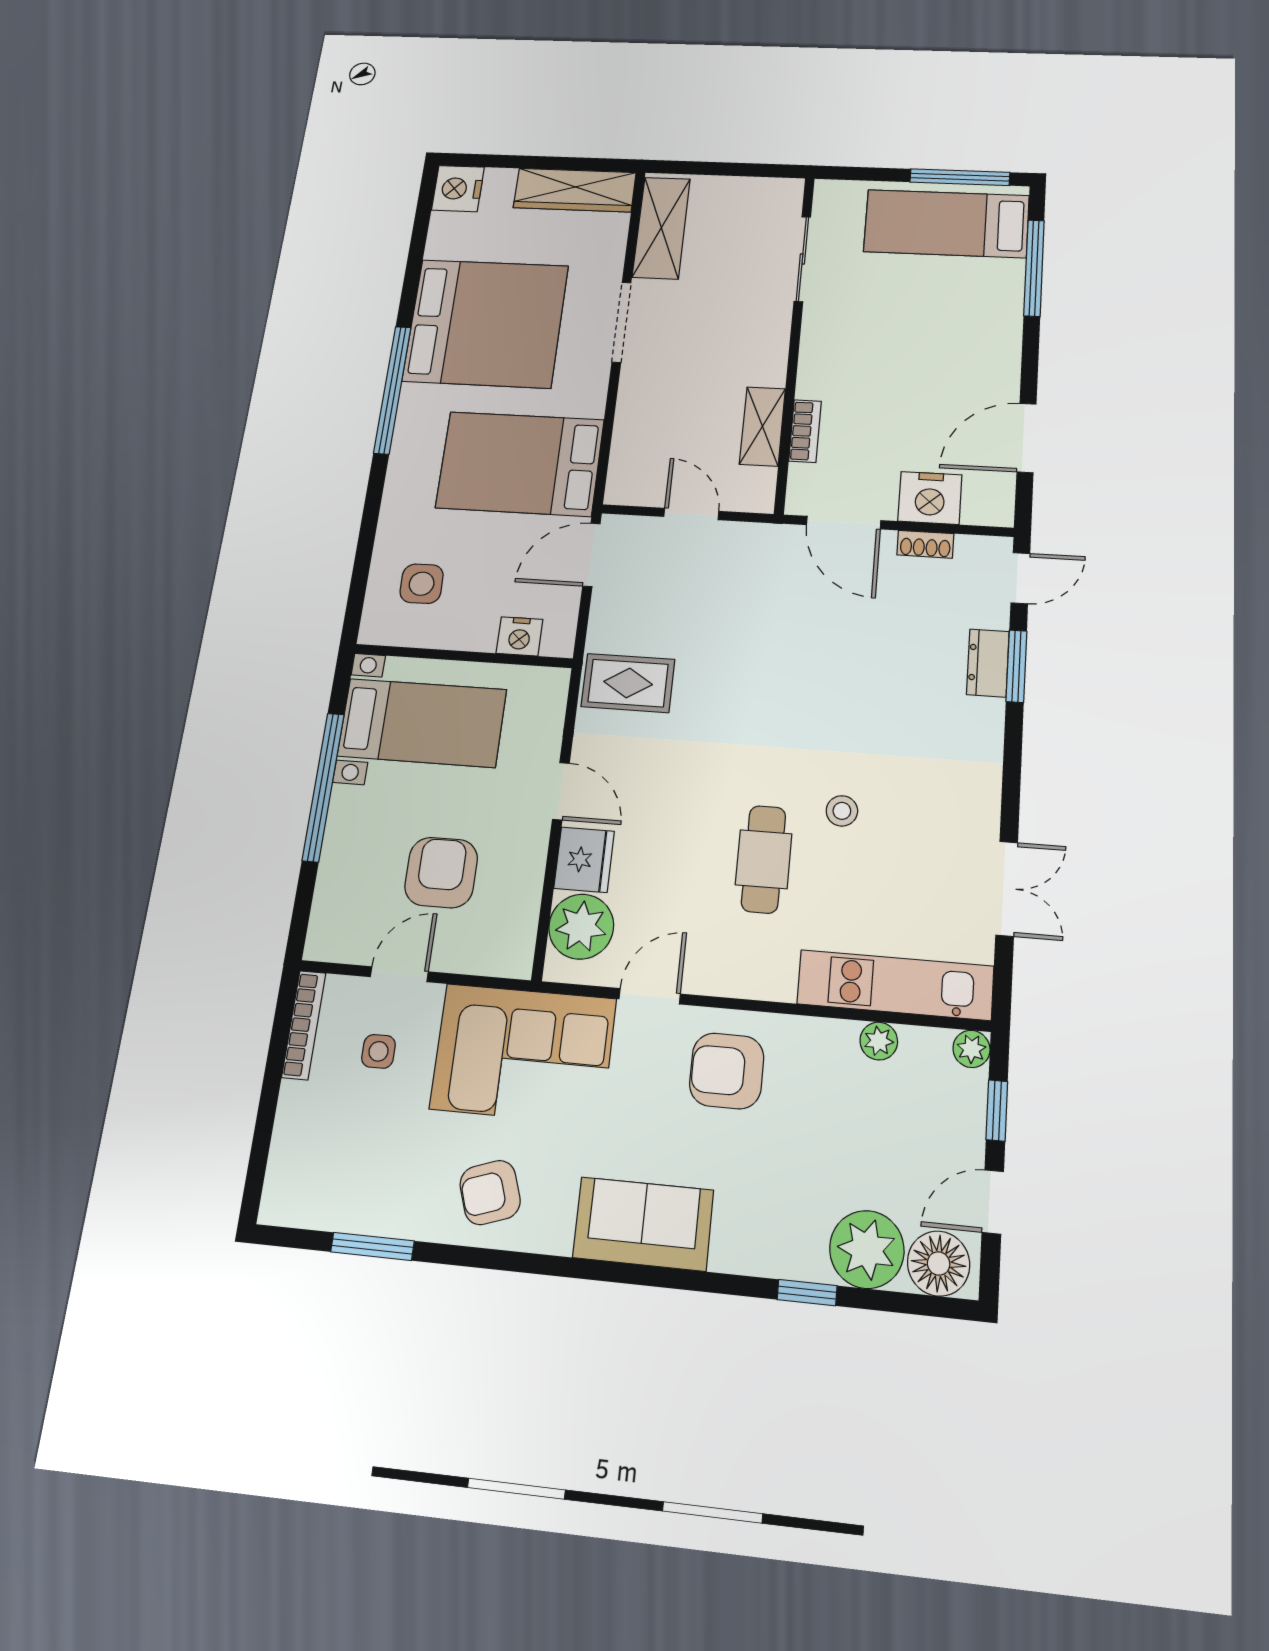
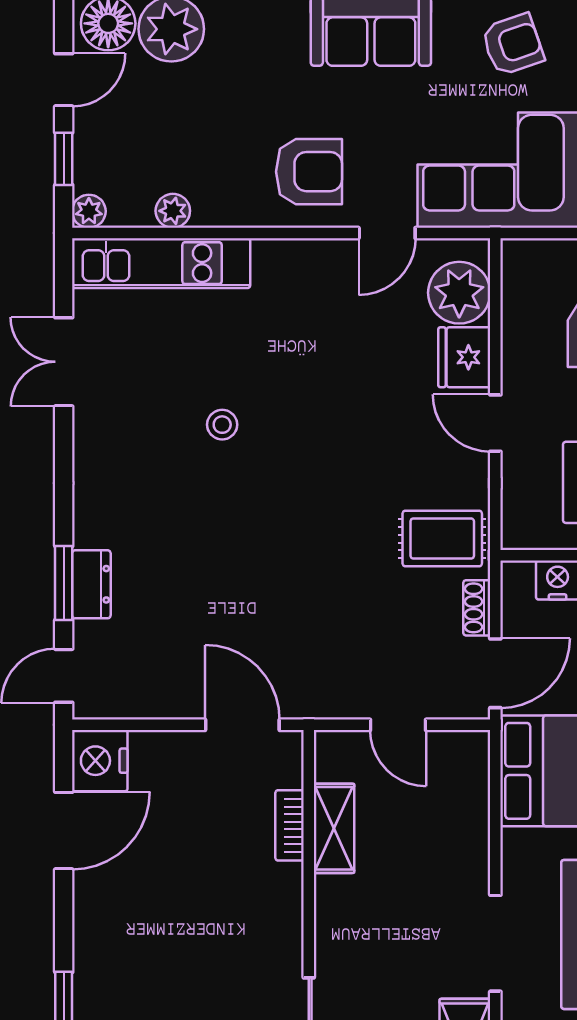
nightstand: (930, 498) -> (100, 761), moved, turned -90
shoe rack: (925, 544) -> (477, 608), moved, turned -90
cafe table: (764, 859) -> (293, 372), removed

